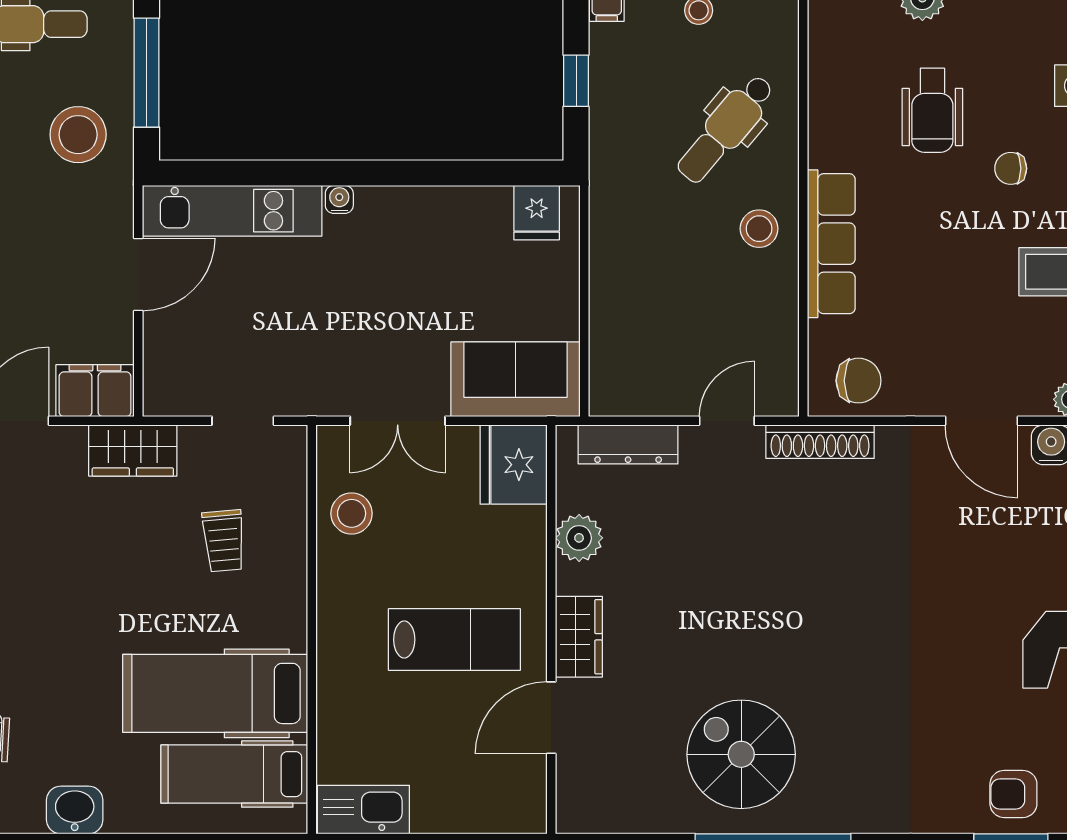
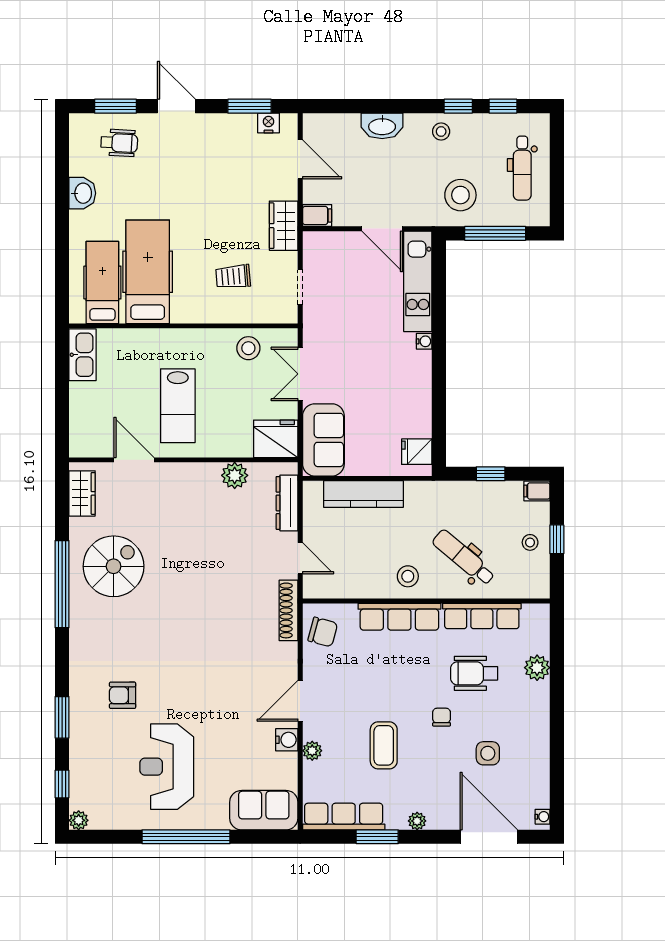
row of seats: (830, 96) -> (482, 616), added
kitchen counter: (612, 308) -> (363, 494), added
chair: (859, 381) -> (323, 632), turned -75
filing cabinet: (95, 391) -> (317, 215), width x0.50
wardrobe: (579, 637) -> (82, 493), moved, turned -90
armchair: (1013, 794) -> (123, 695), moved, turned -90

